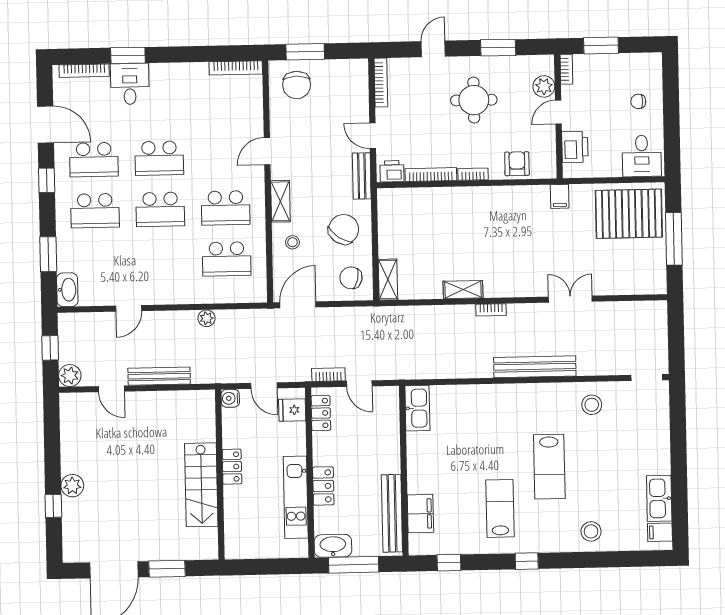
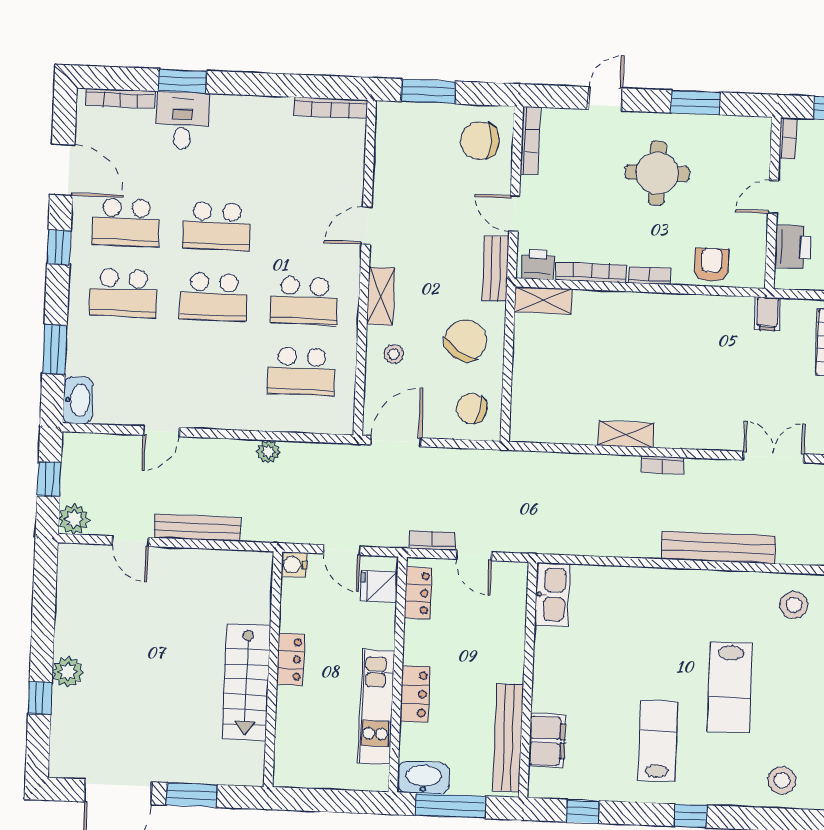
chair: (297, 85) -> (480, 141), moved, turned 90
plant: (544, 86) -> (755, 160), removed
shelving: (388, 280) -> (543, 300), moved, turned 90

